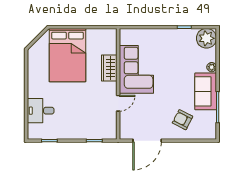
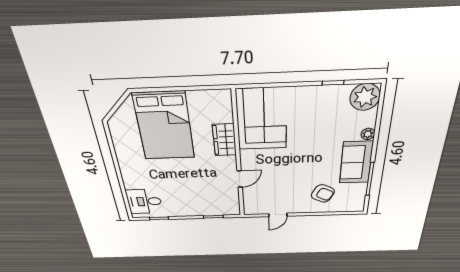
corner sofa: (136, 69) -> (262, 119), moved
desk: (41, 111) -> (144, 201), moved
armchair: (183, 120) -> (323, 193), turned 180
door: (147, 141) -> (278, 215), width x0.53

